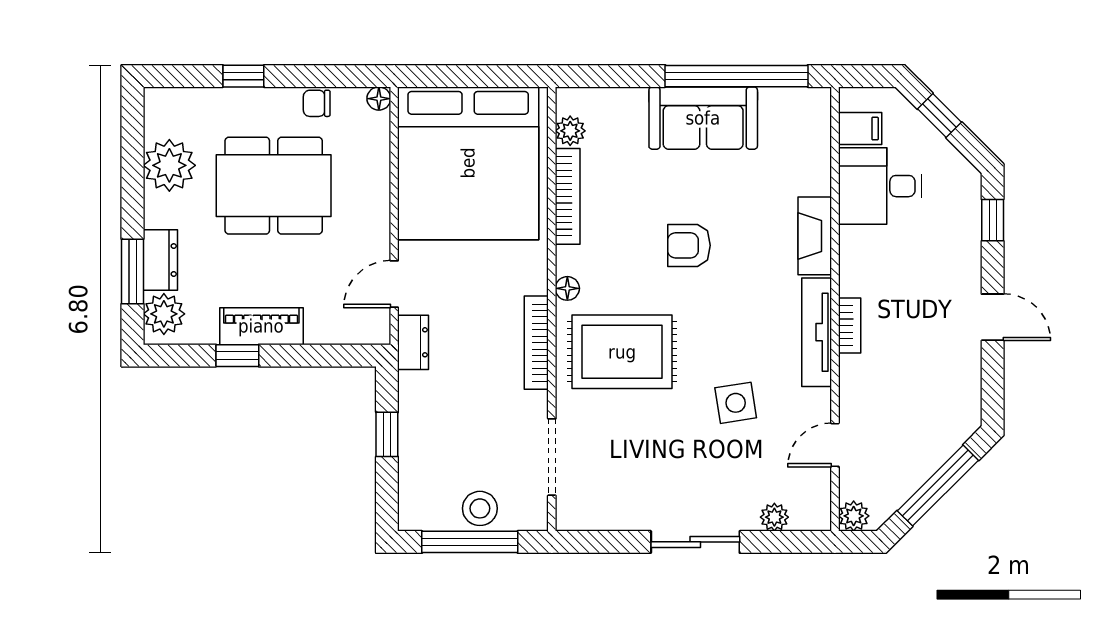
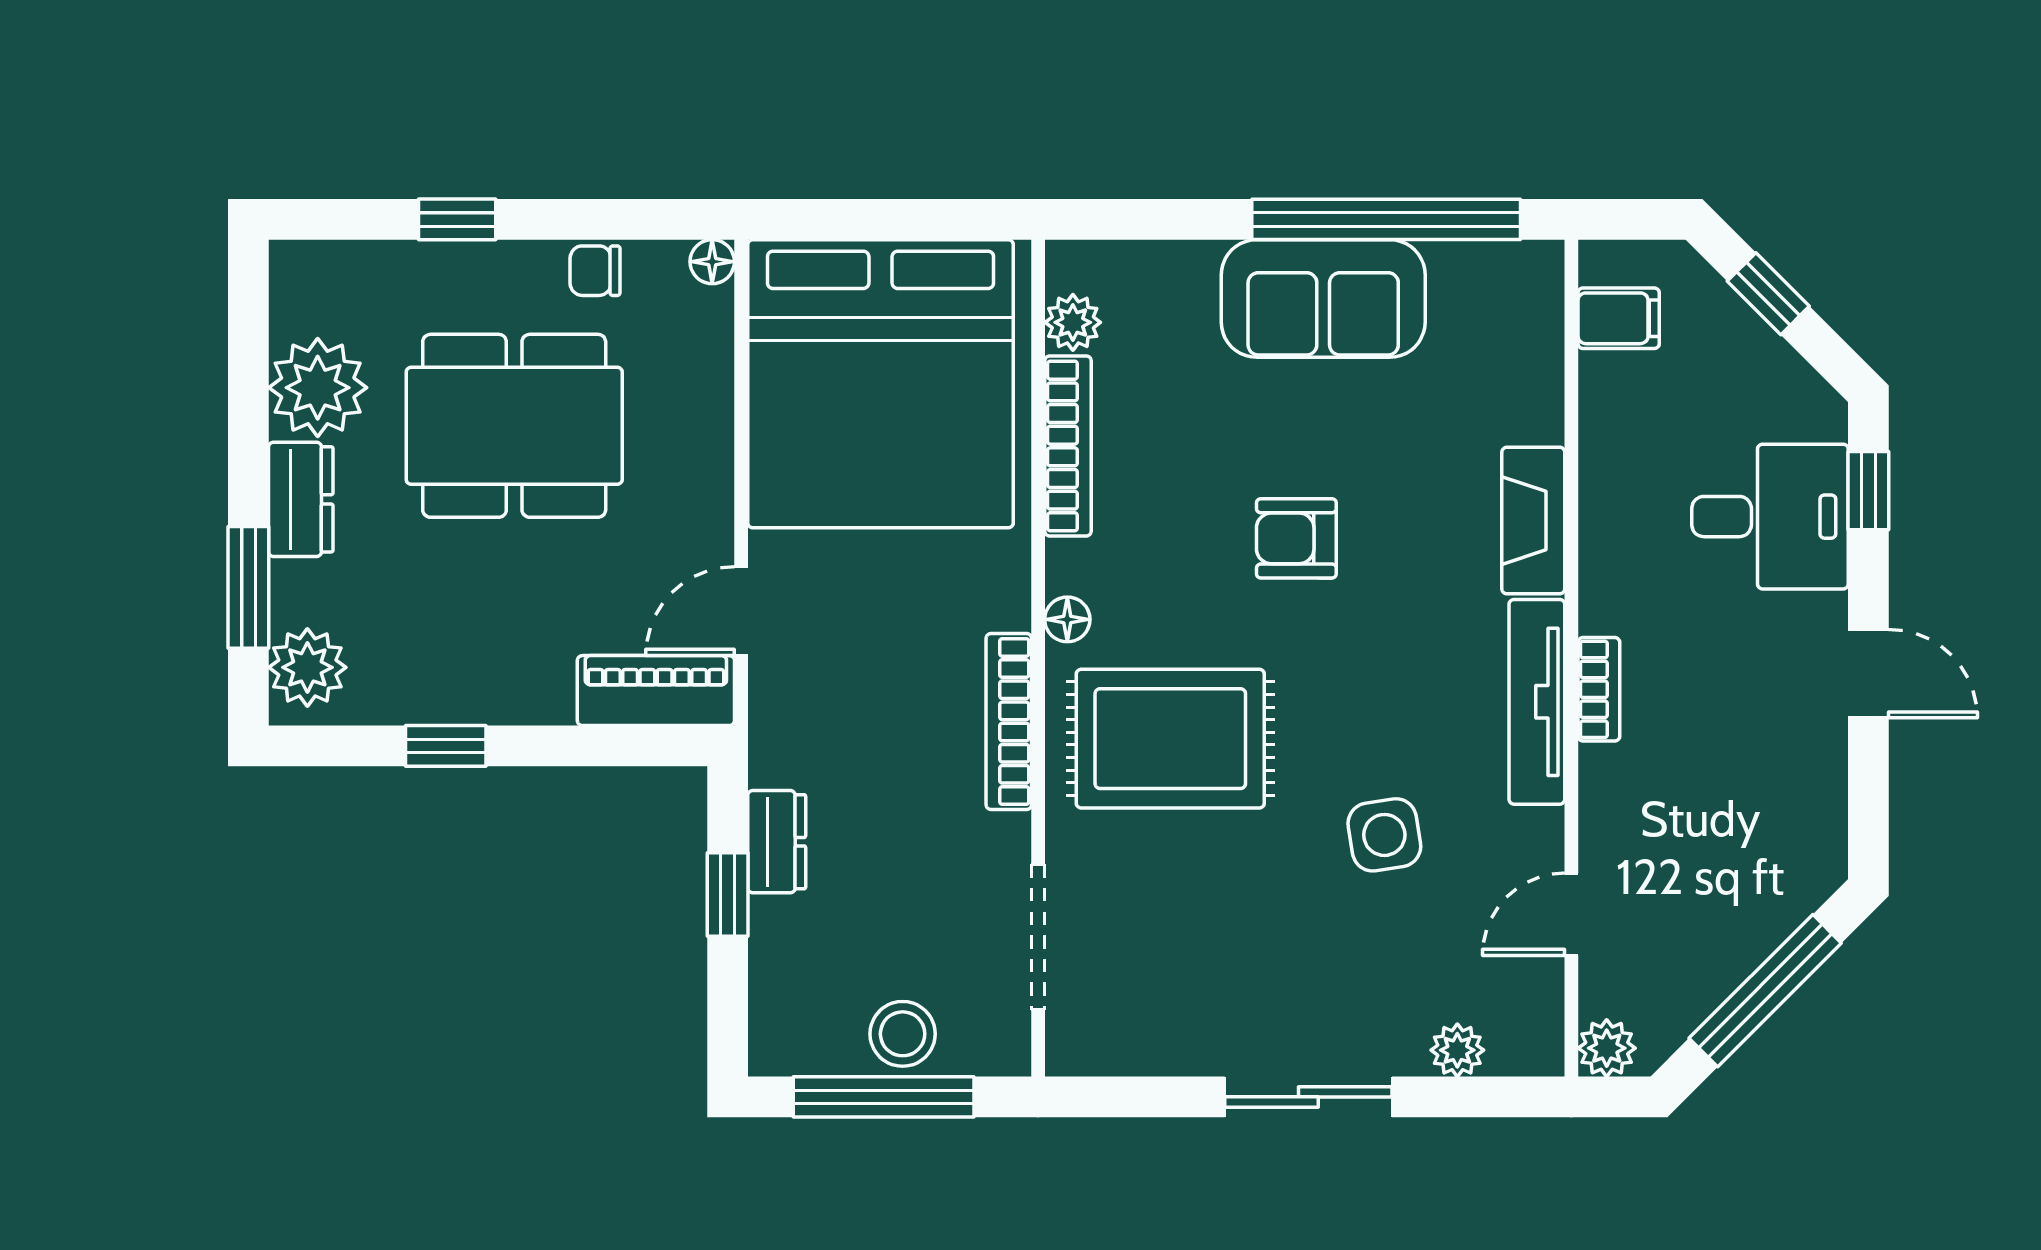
desk: (880, 186) -> (1770, 517), moved, turned 180
dresser: (160, 260) -> (301, 499), moved
piano: (261, 326) -> (656, 691), moved
dresser: (413, 342) -> (777, 842), moved

